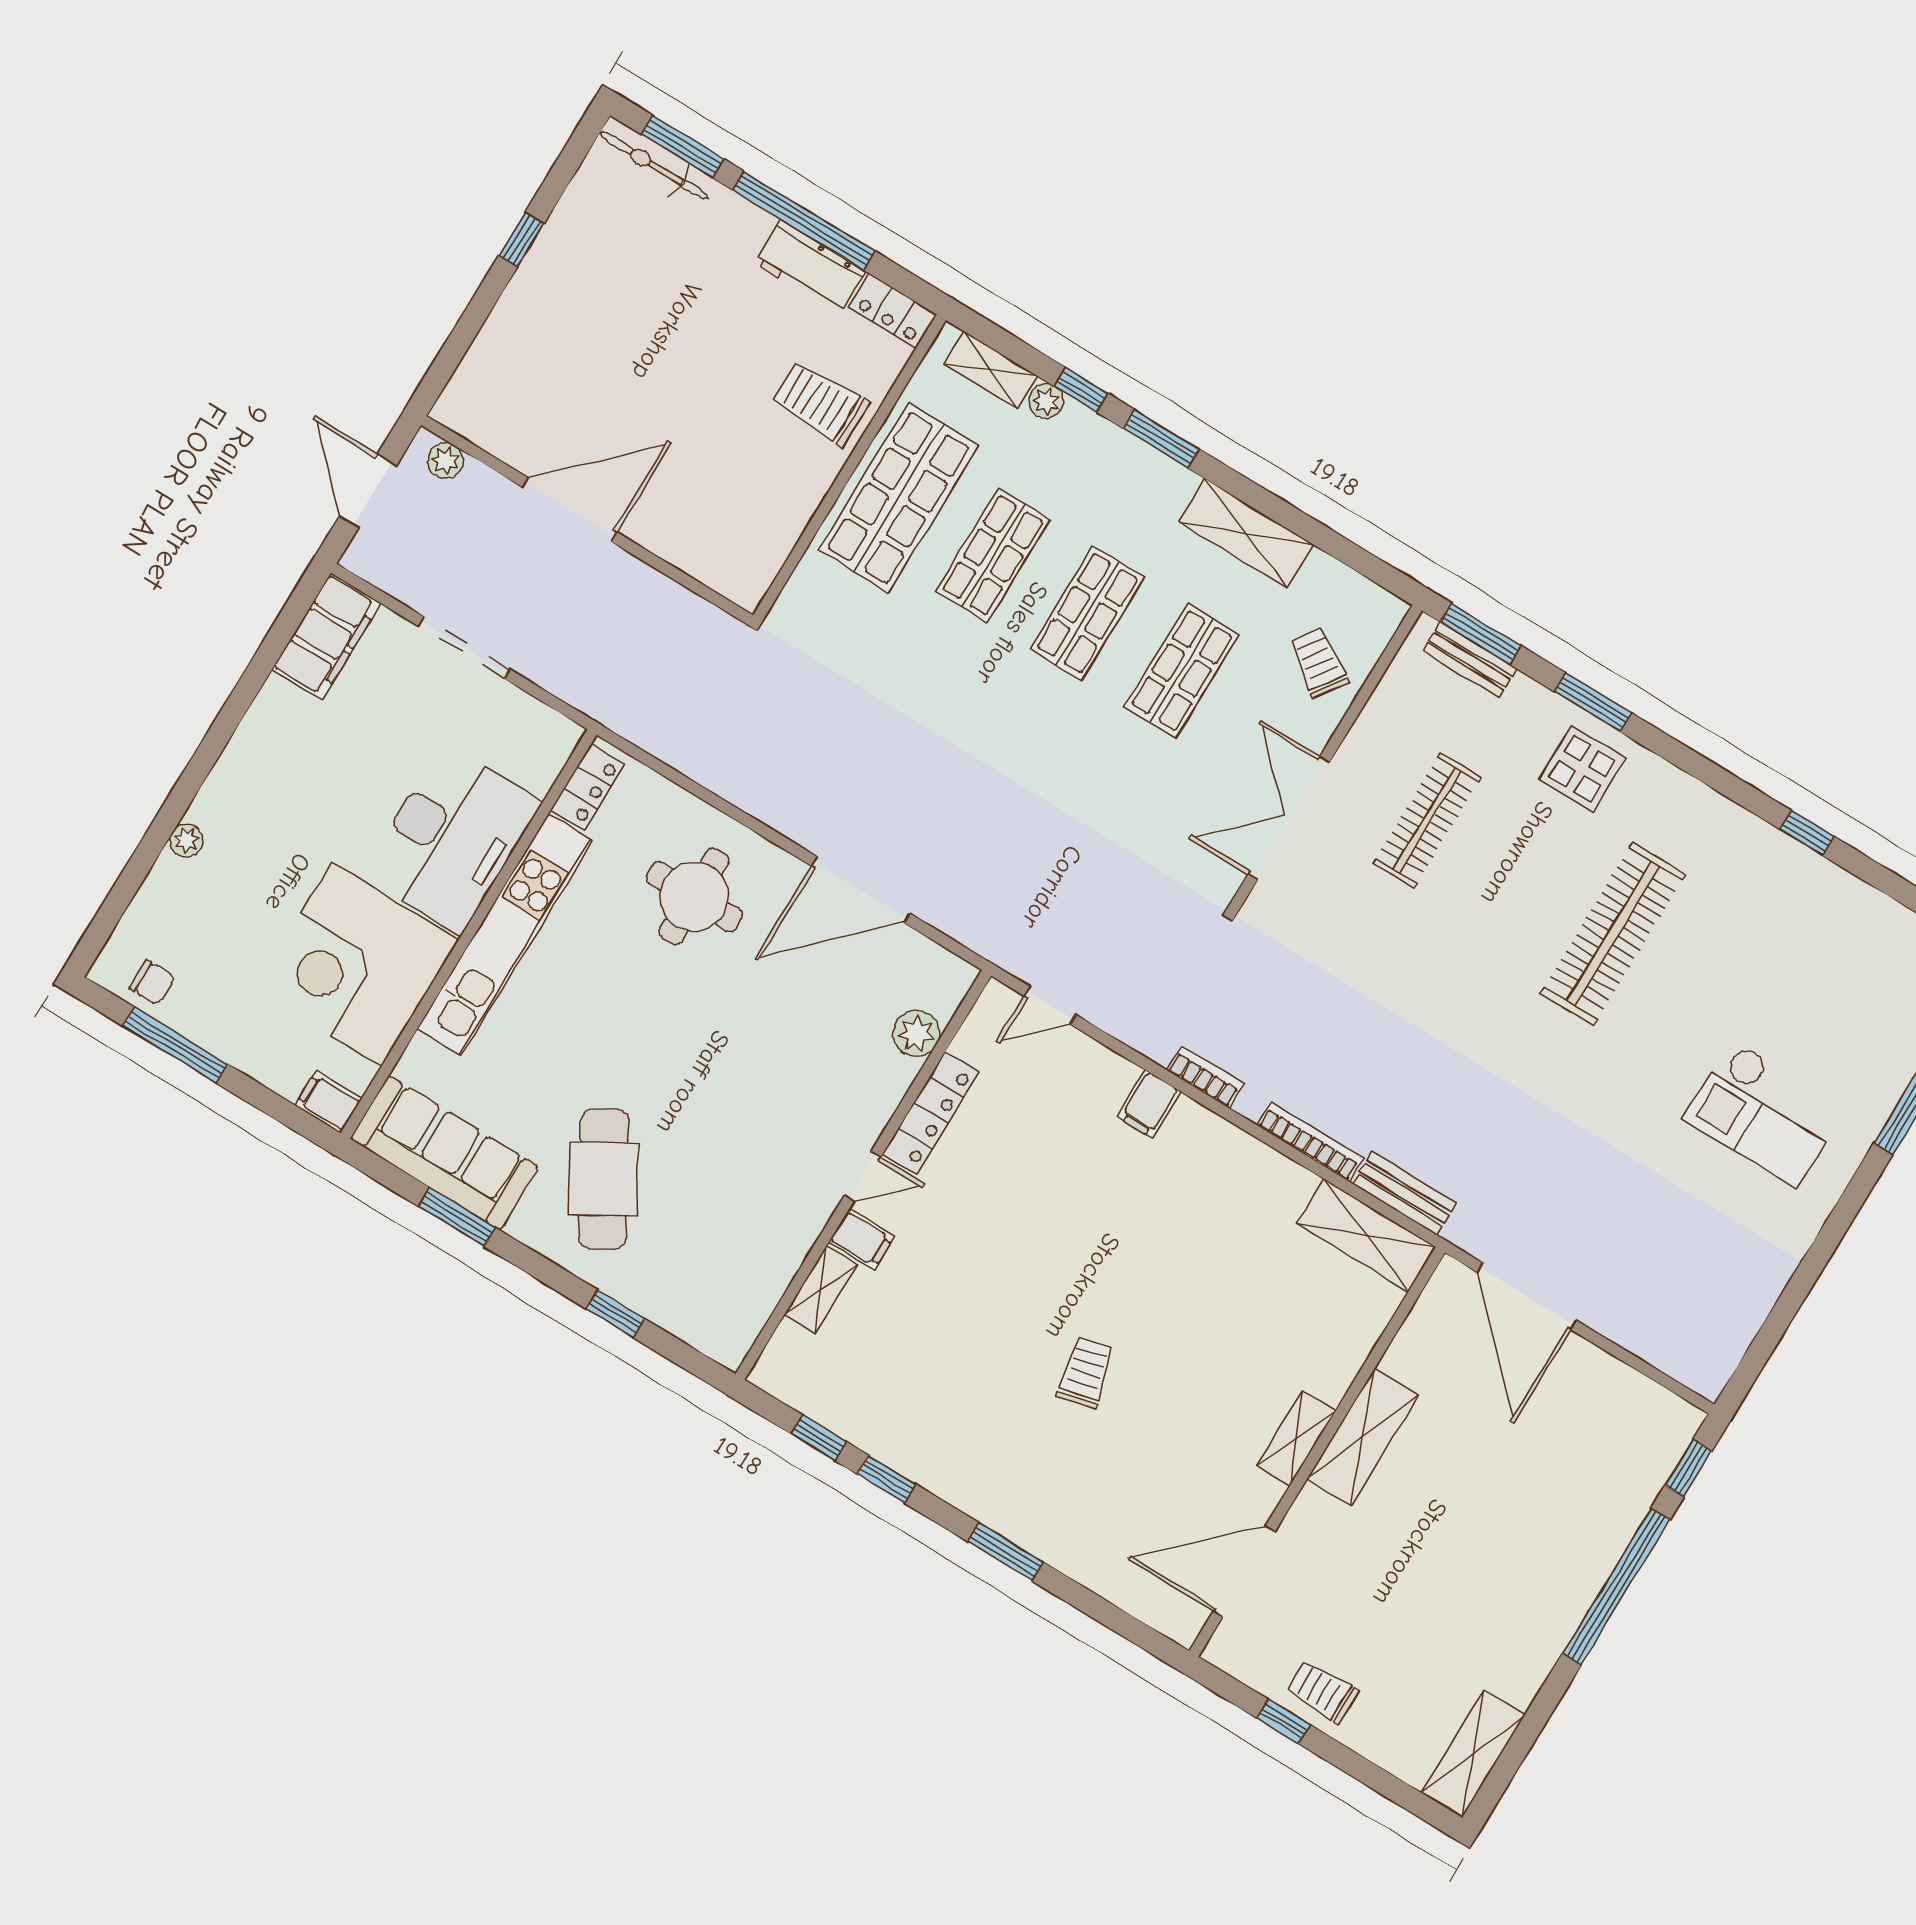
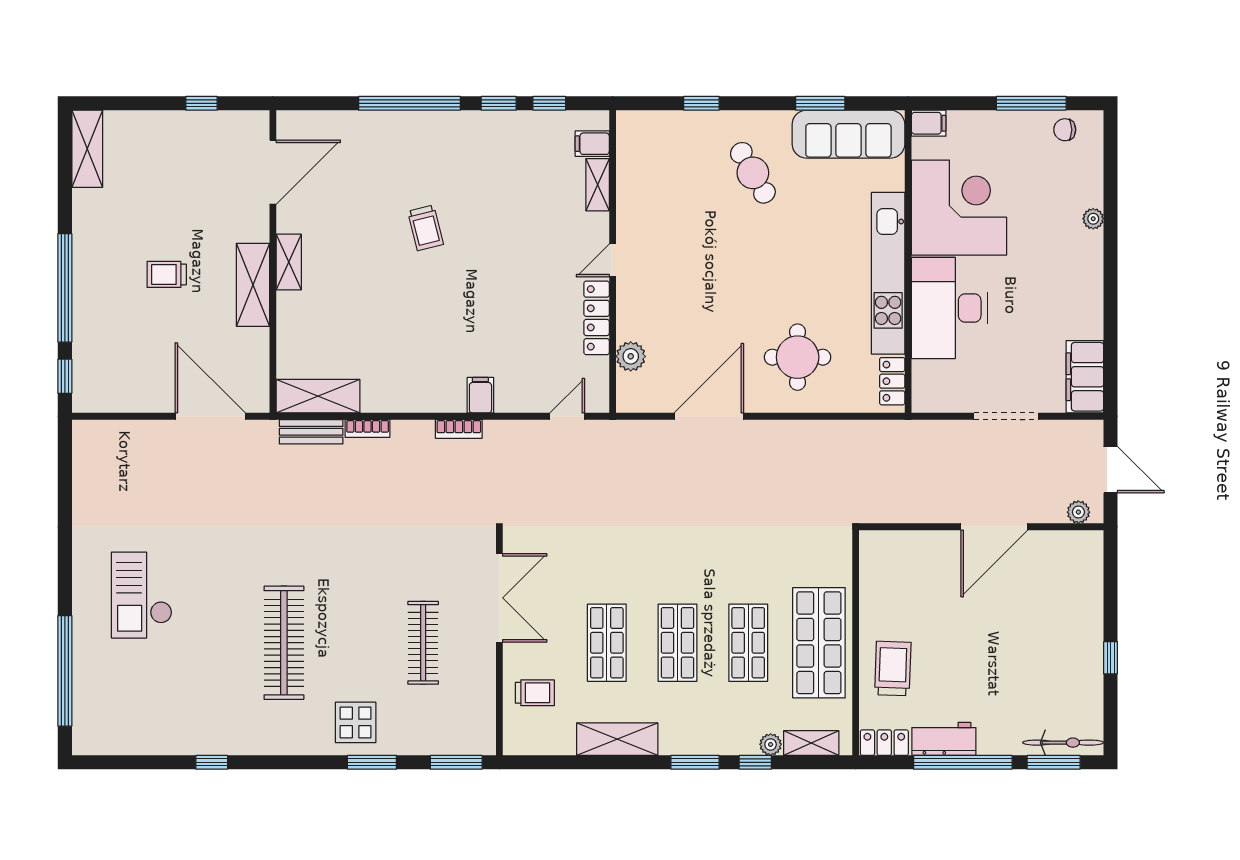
trolley: (821, 403) -> (893, 668), turned -88
bench: (1470, 660) -> (453, 744), removed
trolley: (1319, 662) -> (535, 693), turned -35
checkout: (1764, 1113) -> (142, 595), turned -90
bookcase: (1310, 1142) -> (368, 429), width x0.64
cafe table: (604, 1179) -> (753, 173), width x0.73, depth x0.74
filing cabinet: (861, 1239) -> (592, 144), moved
window: (1006, 1552) -> (410, 103), width x2.11
trolley: (1322, 1691) -> (167, 274), moved, turned 180

